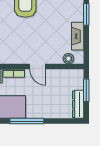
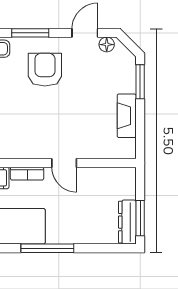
plant: (68, 59) -> (112, 151), removed
window: (86, 90) -> (140, 218), moved

